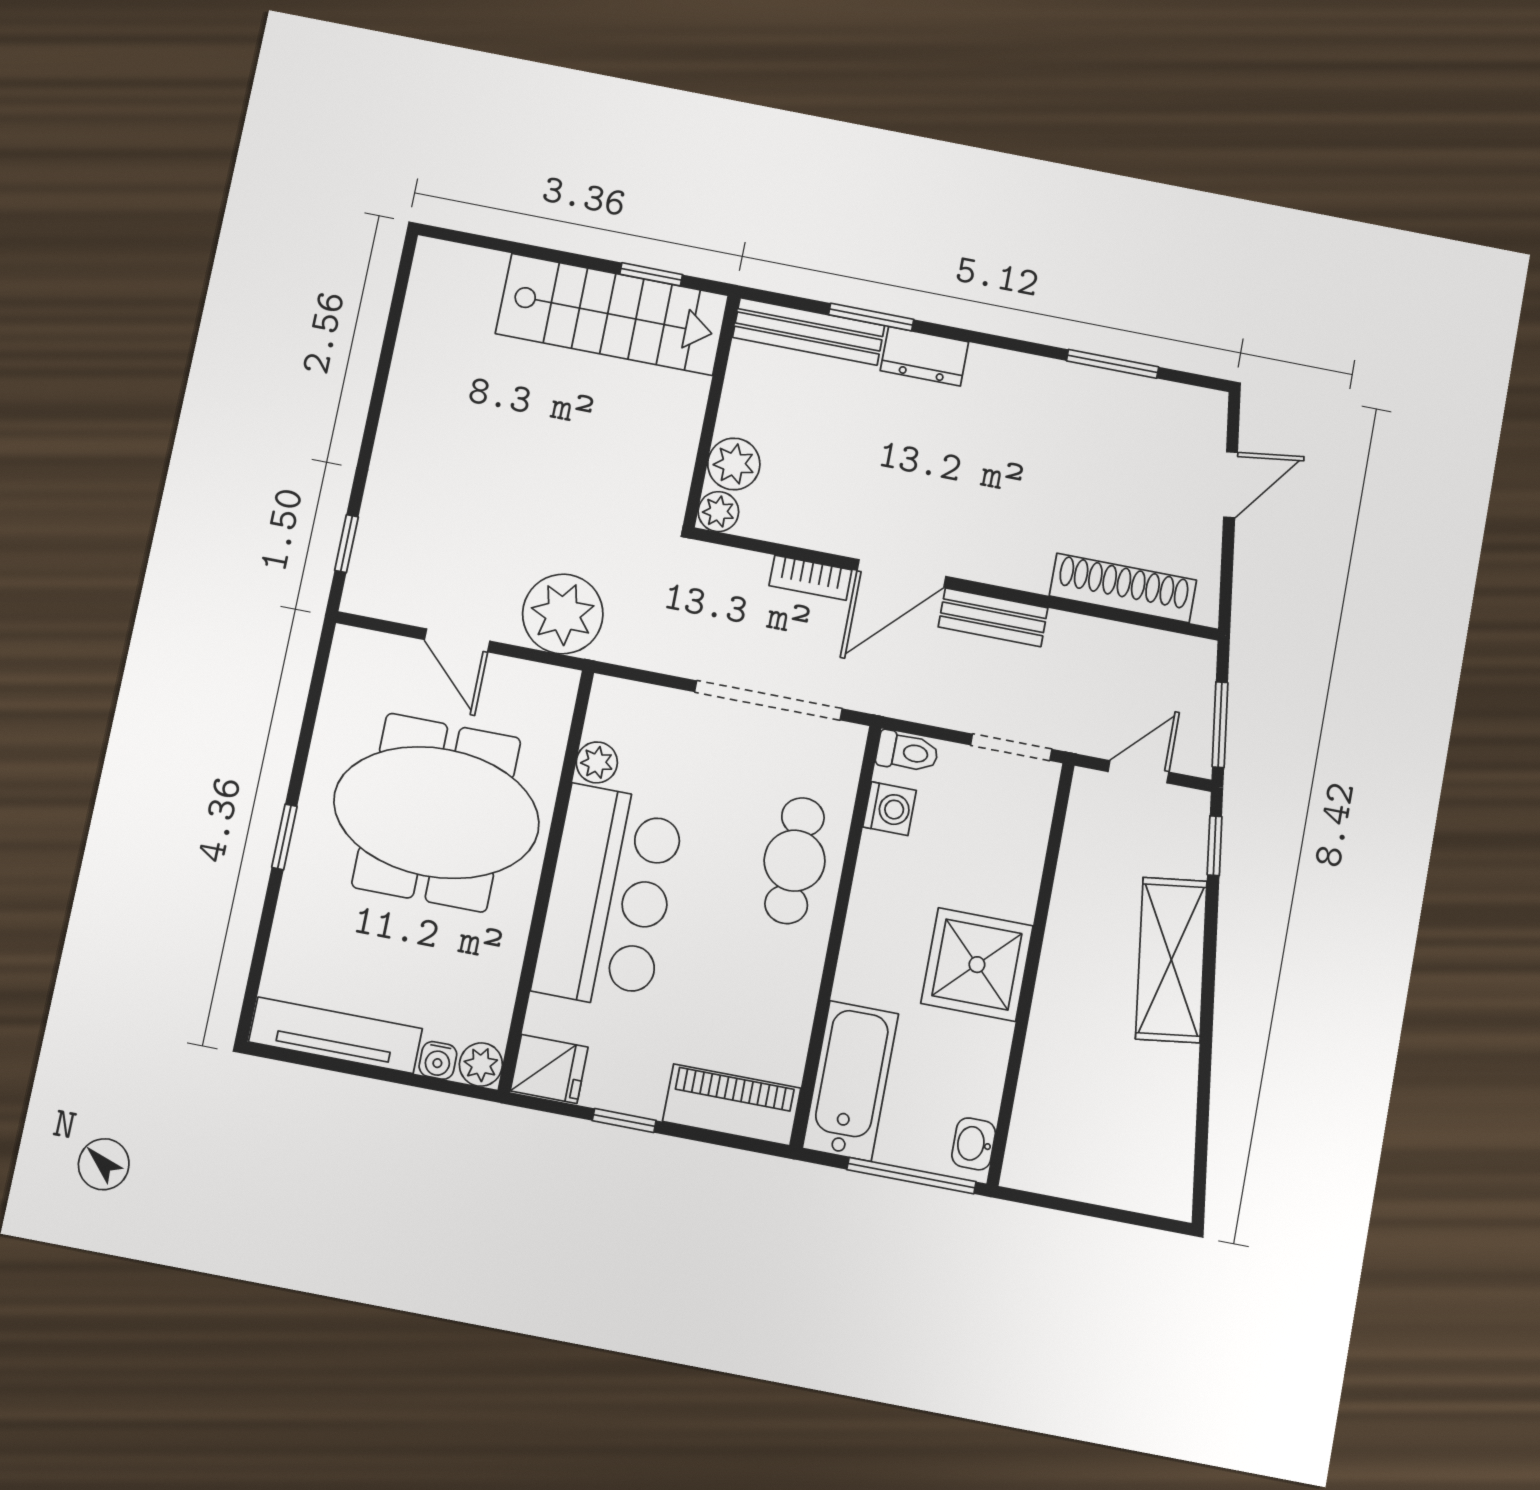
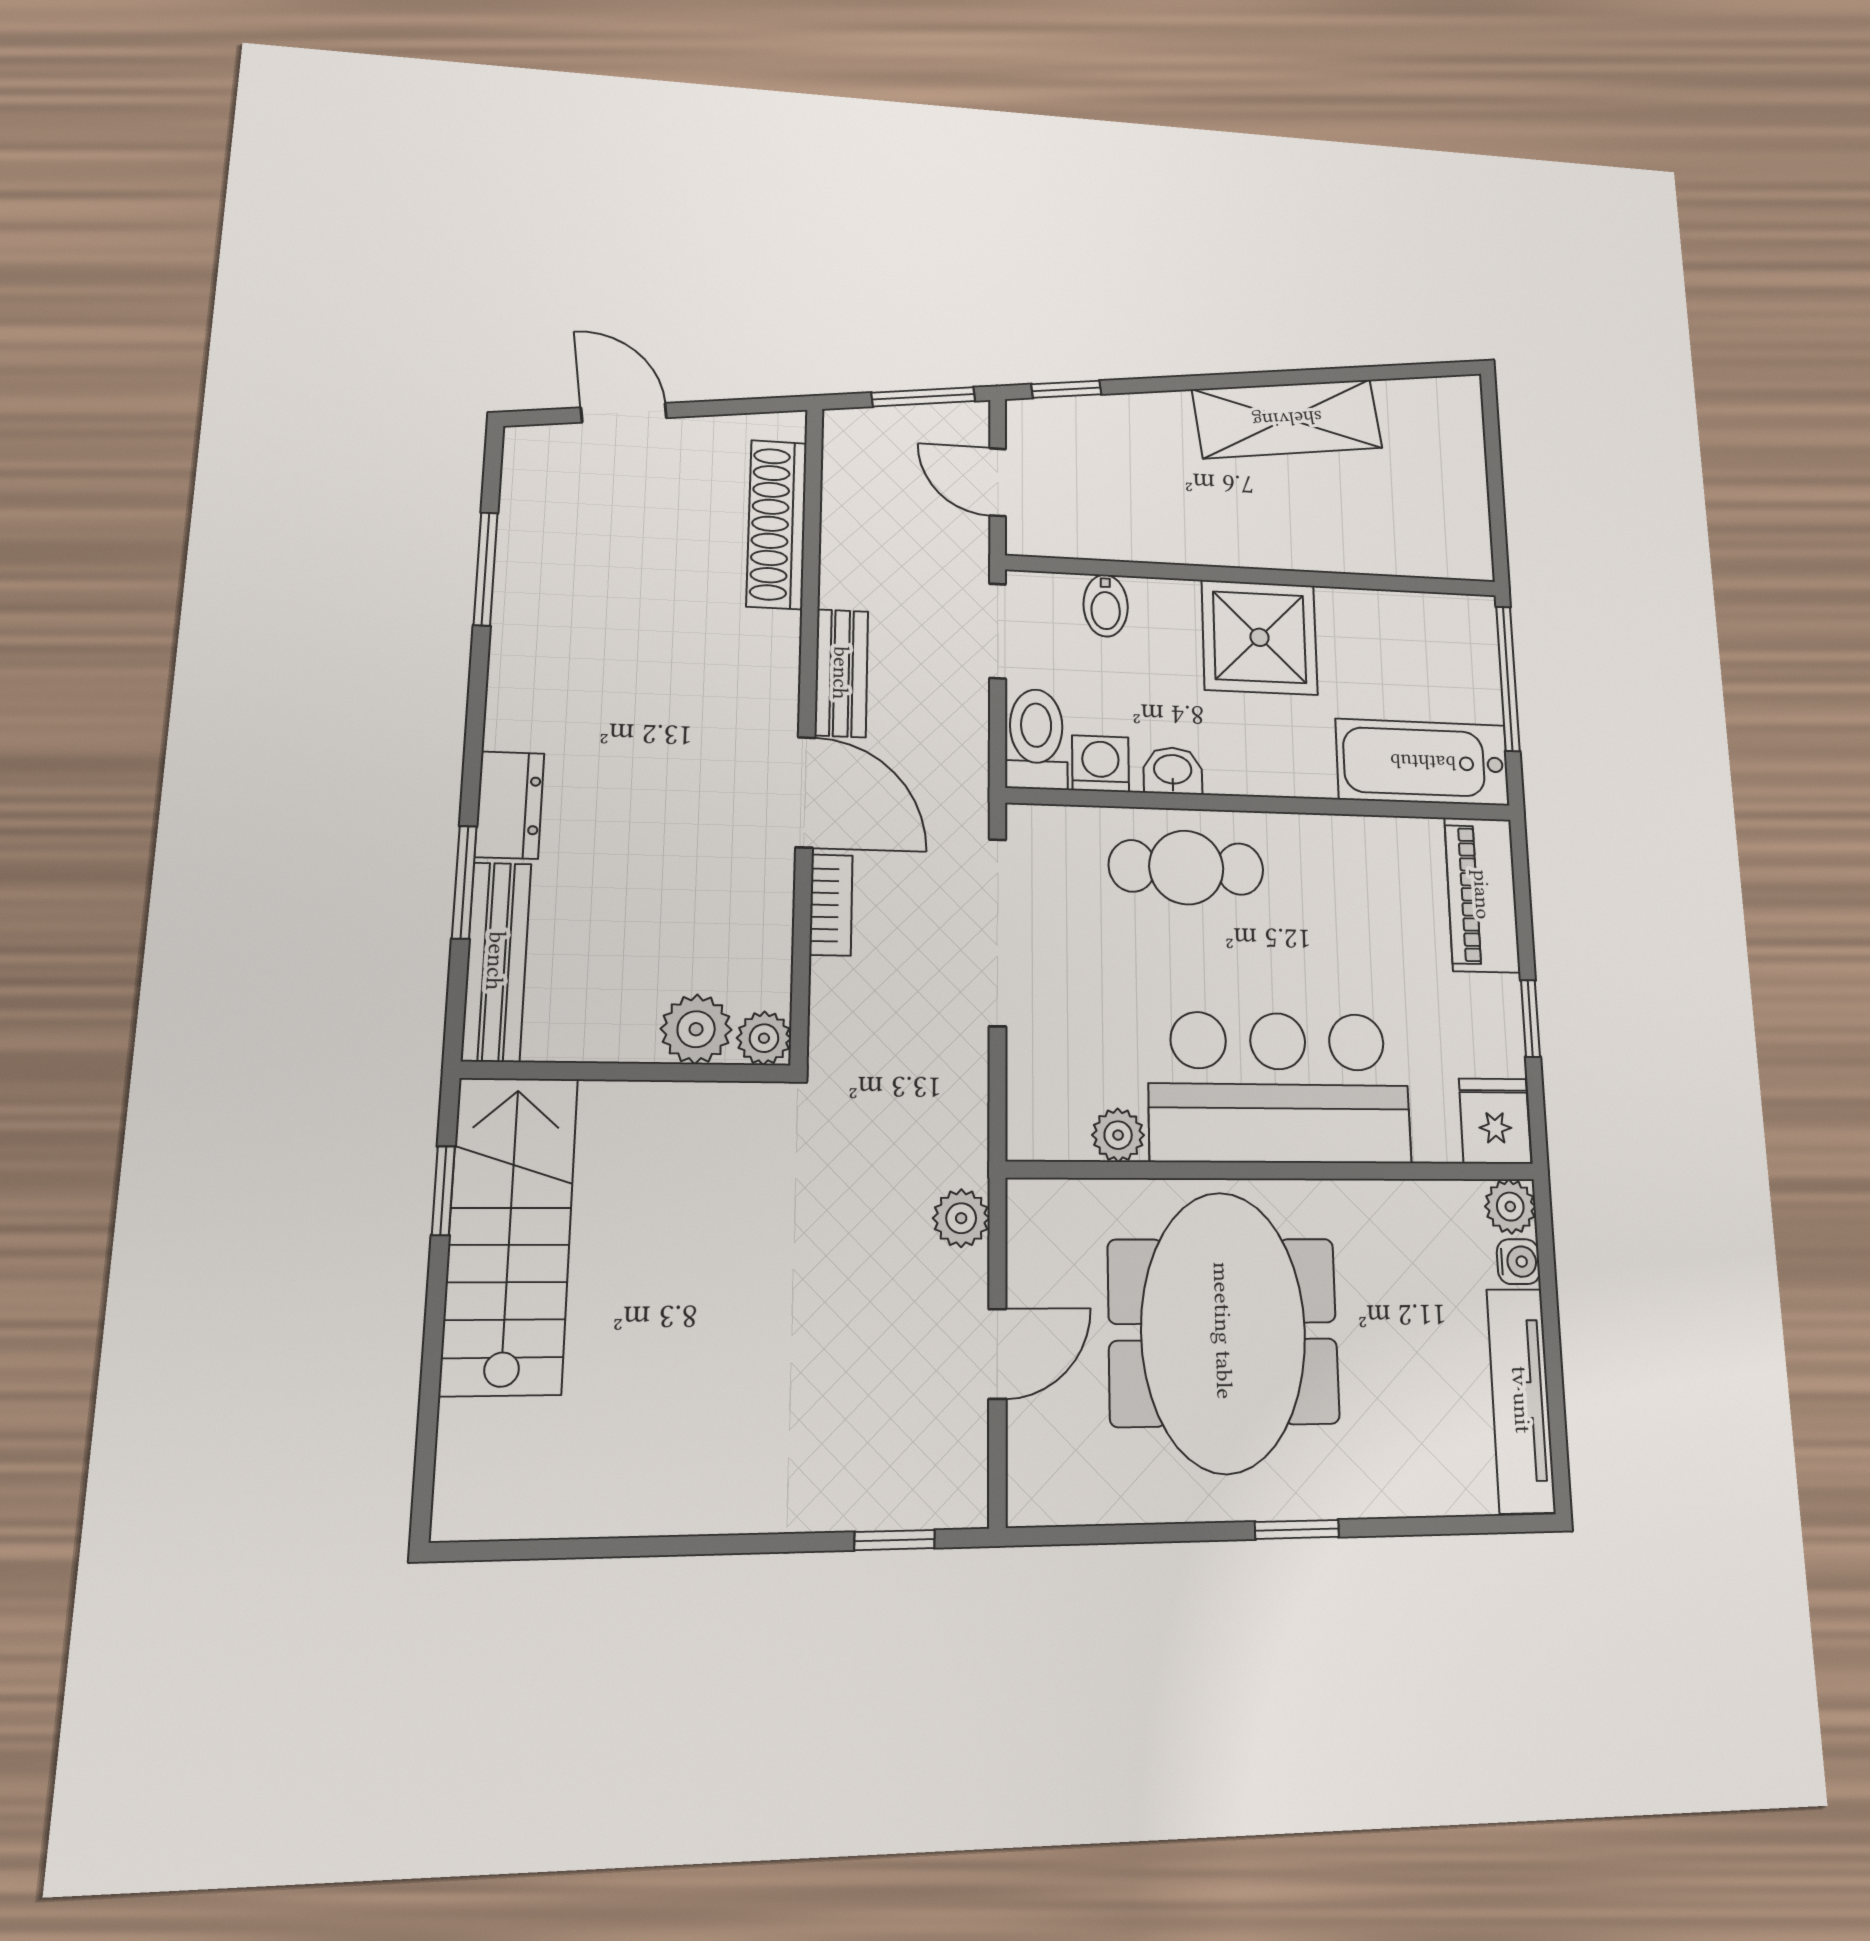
plant: (563, 614) -> (961, 1218), width x0.53, depth x0.53
toilet: (907, 752) -> (1036, 739), width x1.37, depth x1.39
bidet: (1021, 840) -> (1106, 606), added
shelving: (1171, 960) -> (1287, 419), moved
washbasin: (974, 1144) -> (1173, 771), moved, turned 180

